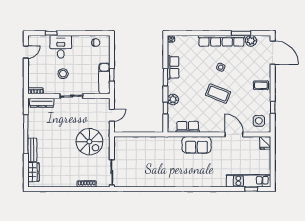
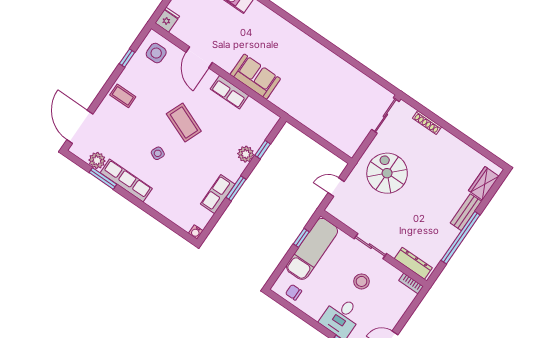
row of seats: (221, 41) -> (126, 181), width x0.73
exam couch: (104, 78) -> (312, 249), width x1.36, depth x1.45
row of seats: (188, 127) -> (230, 92), moved

